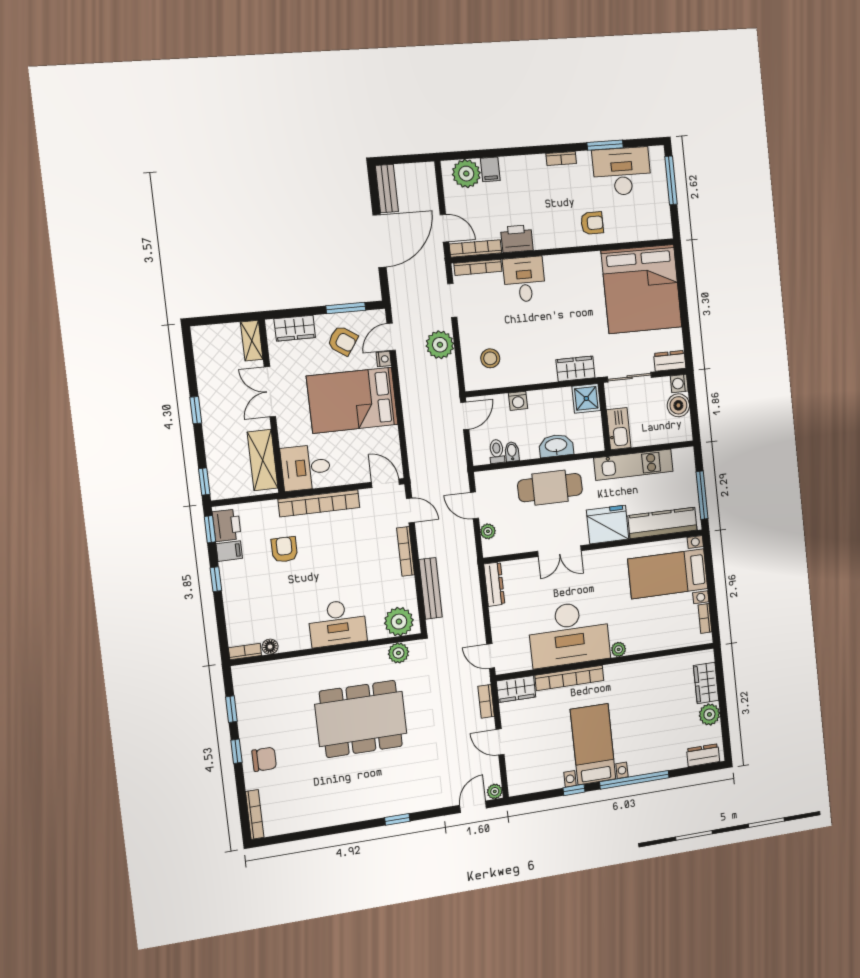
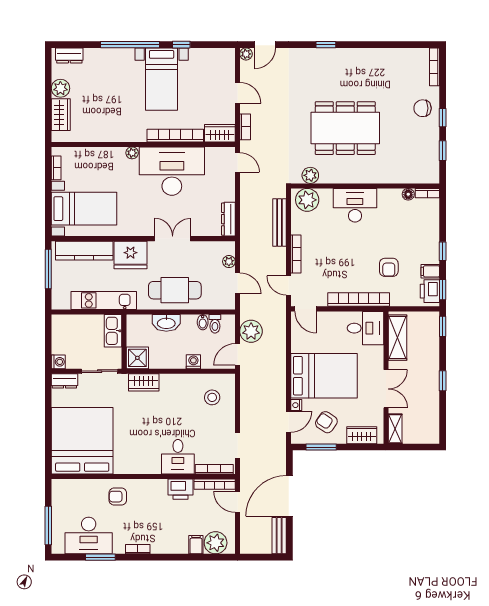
plant: (440, 345) -> (251, 331), moved
boiler: (678, 405) -> (61, 344), removed

